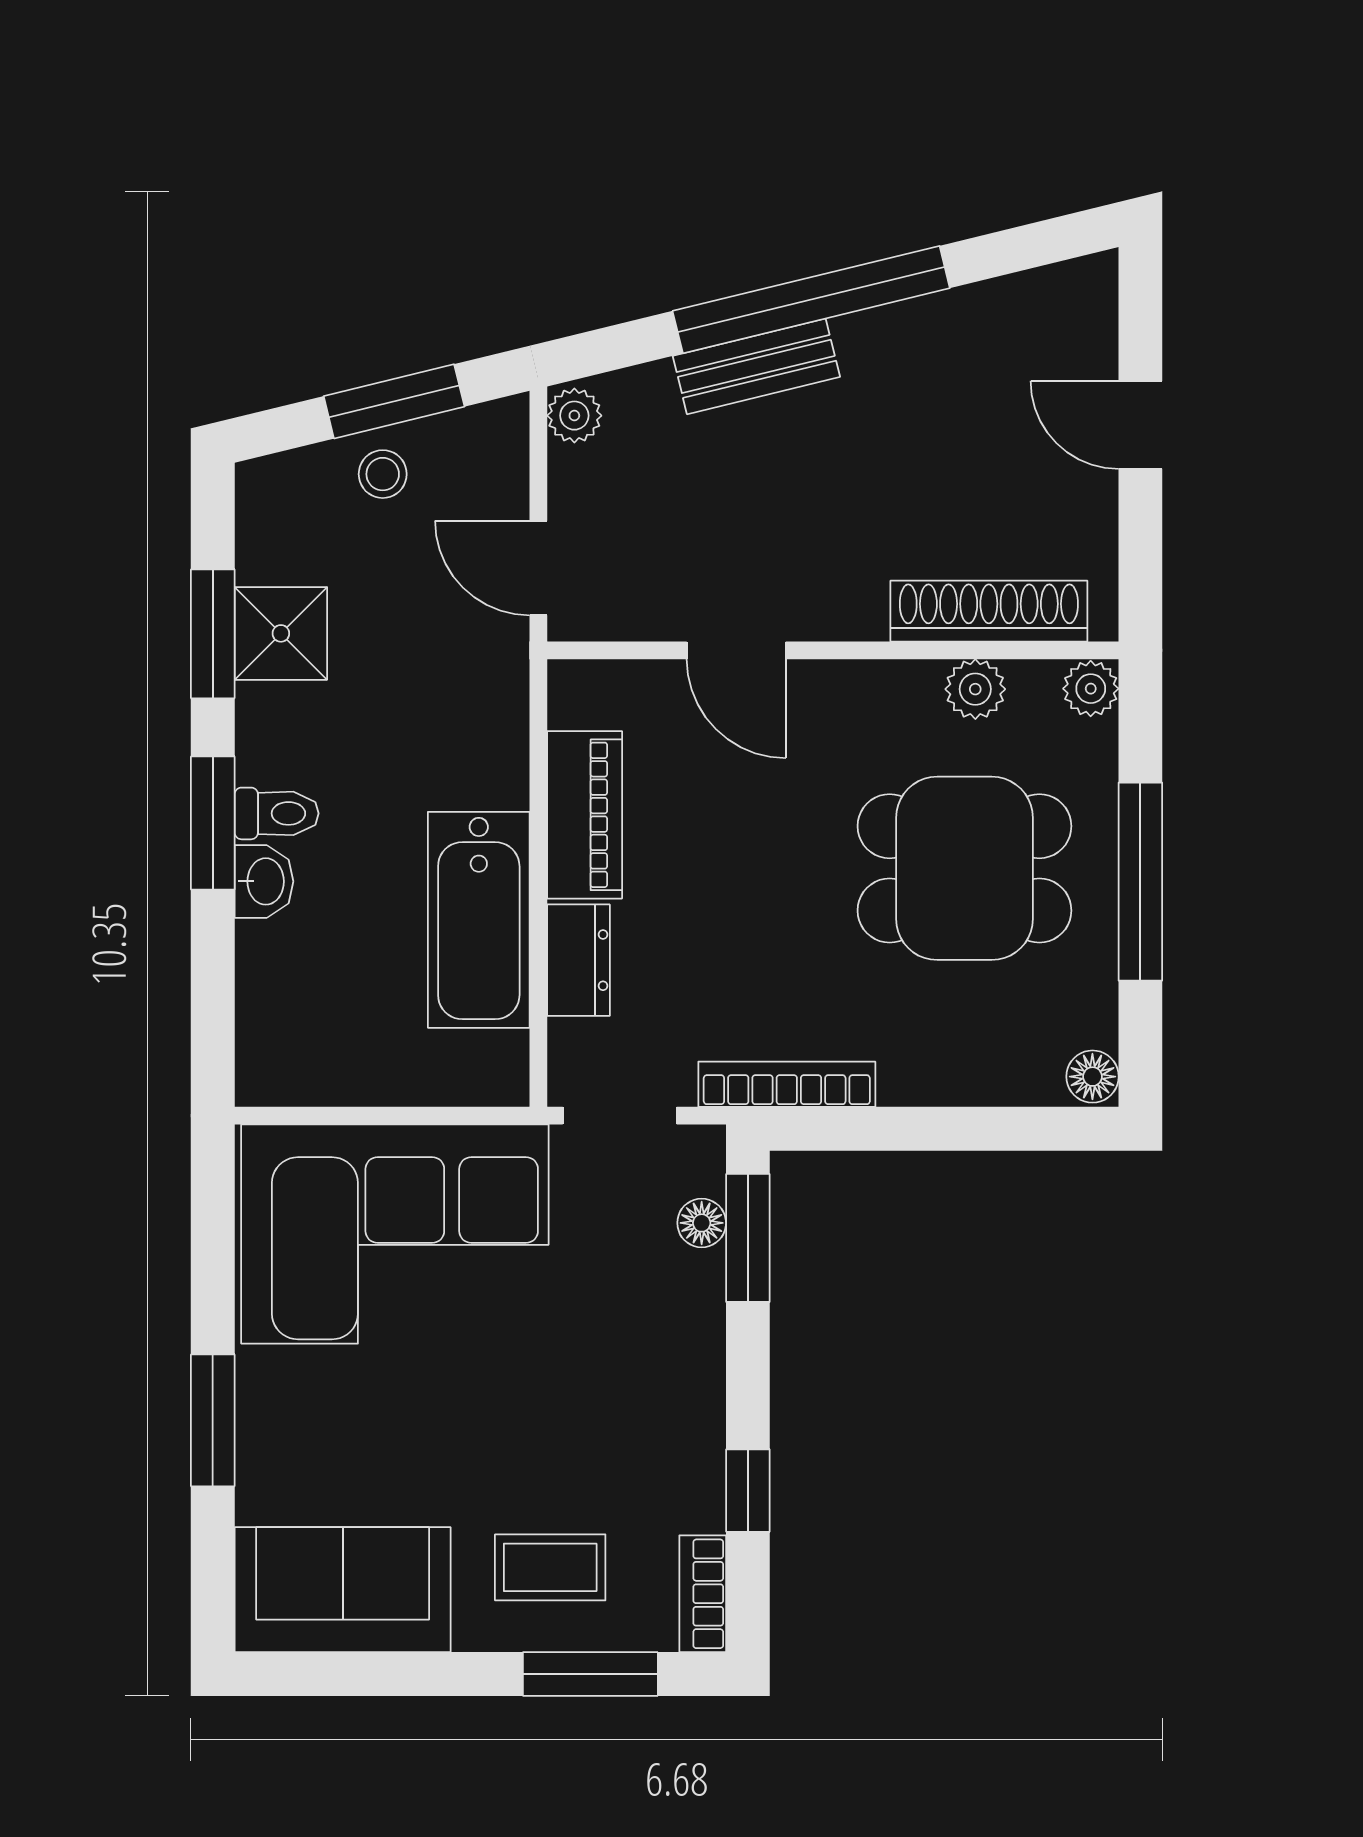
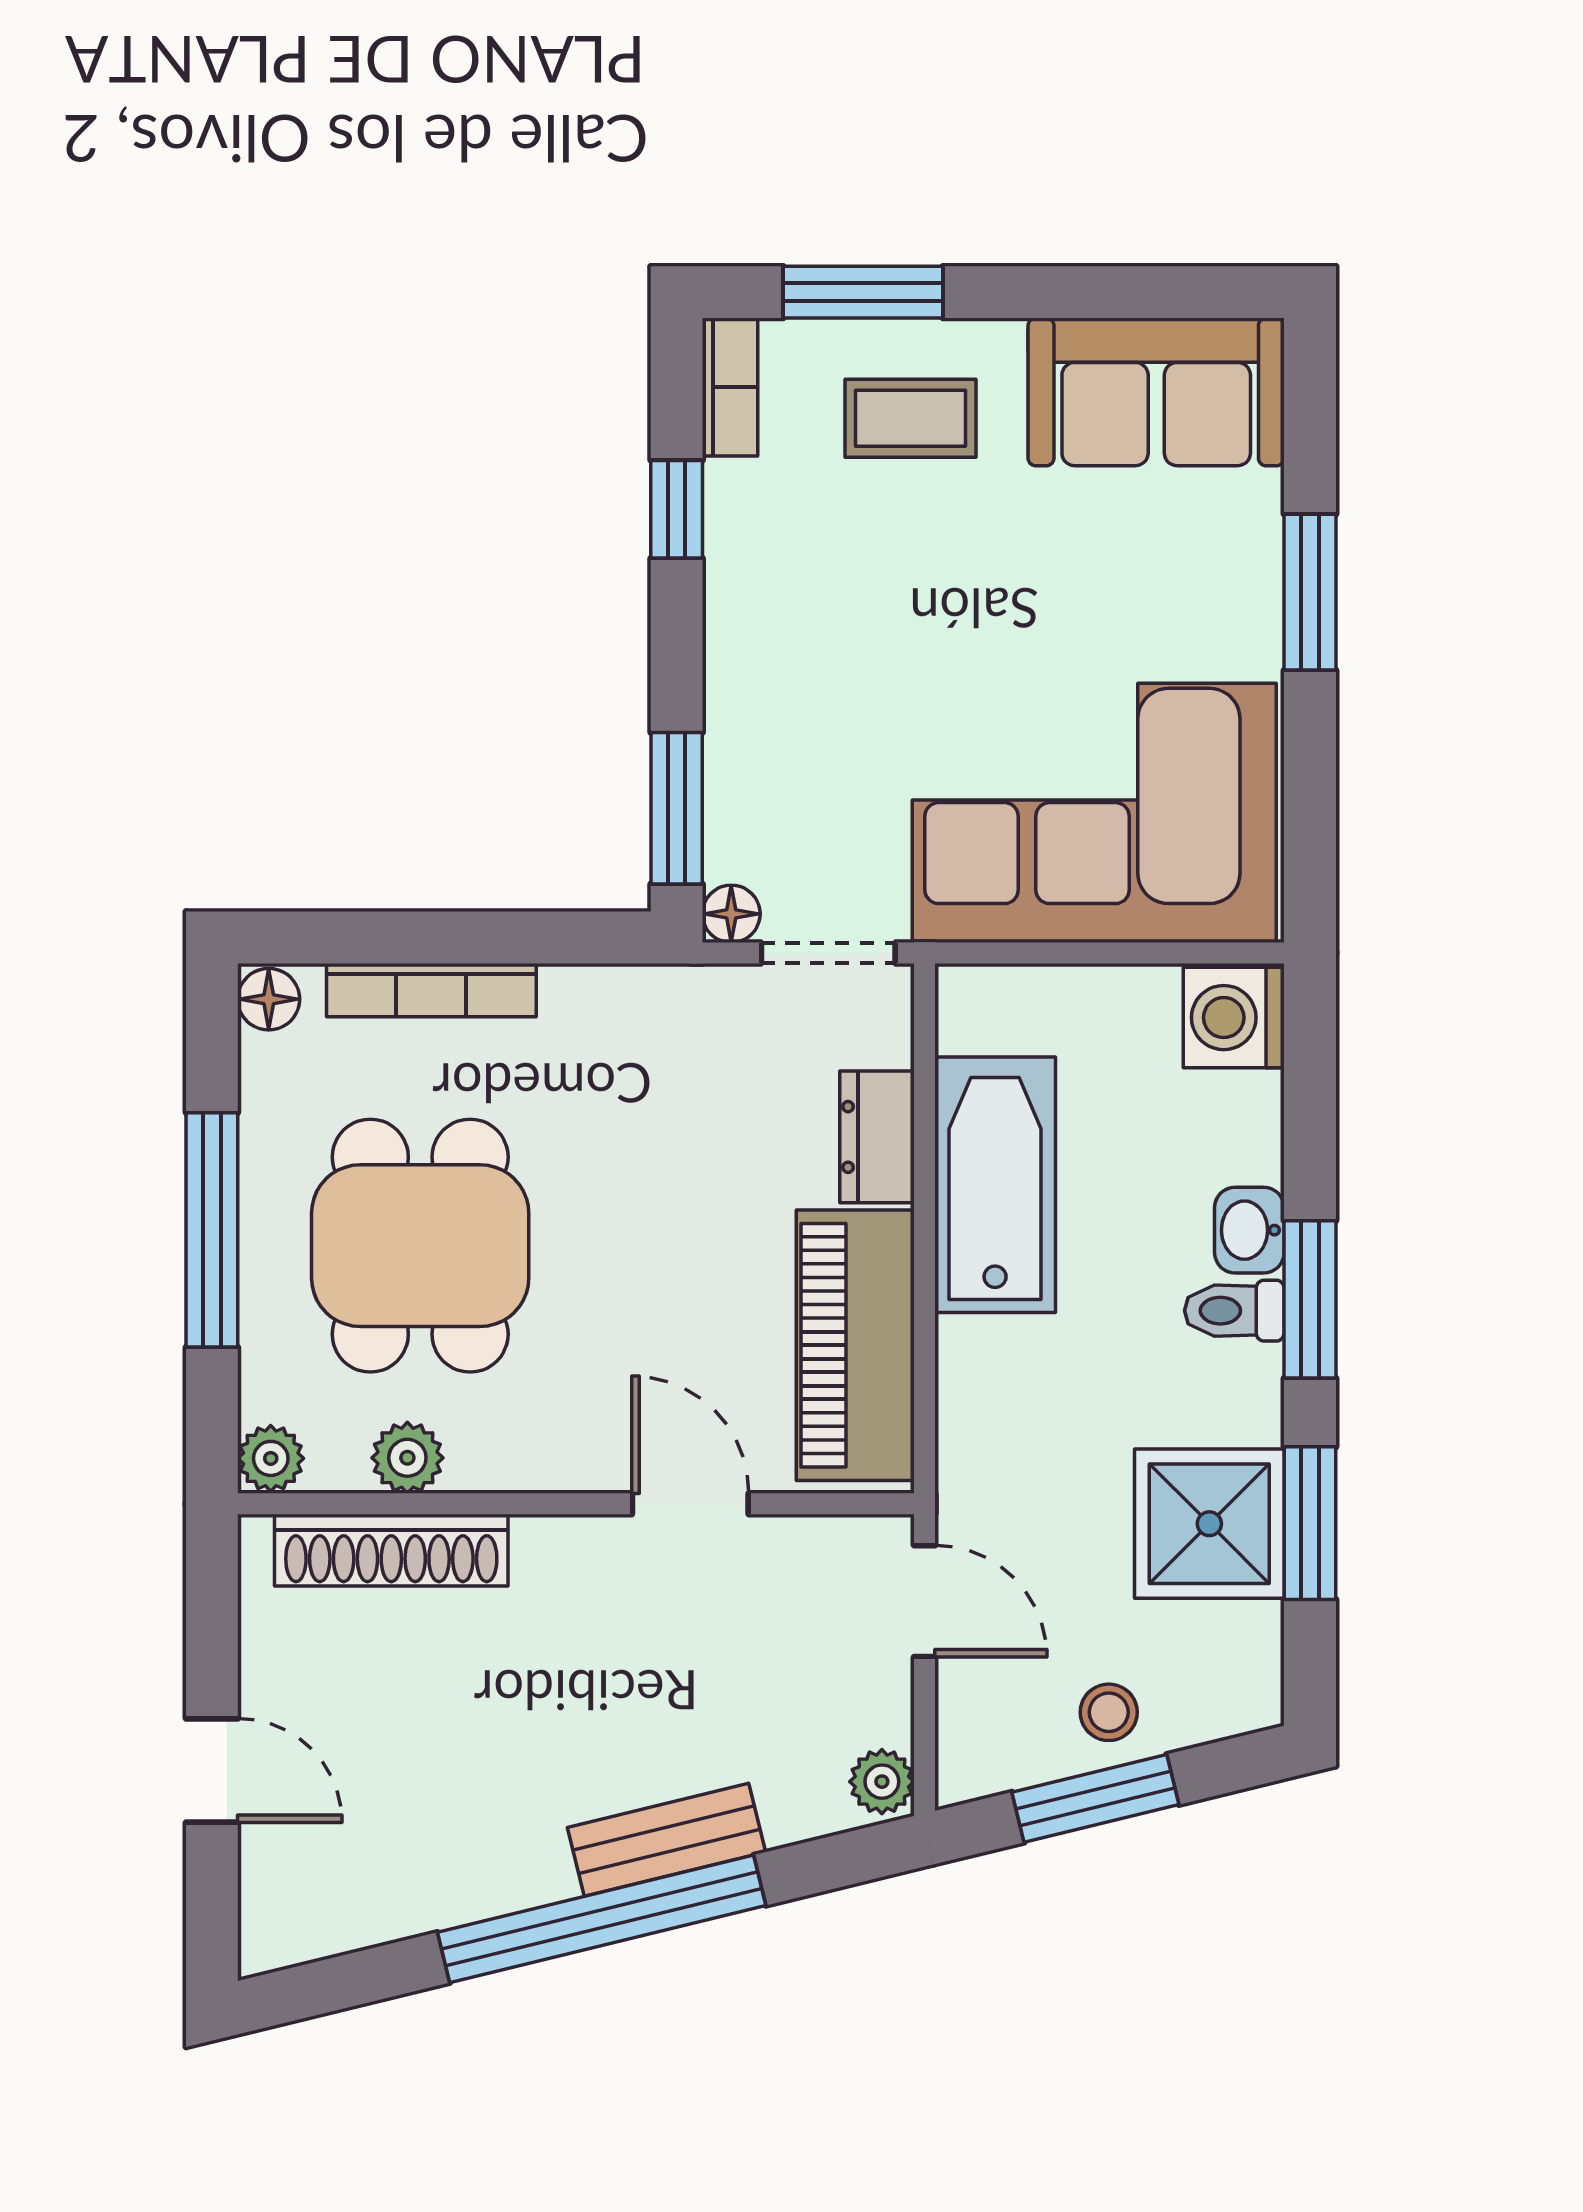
shower: (281, 633) -> (1209, 1524), width x1.36, depth x1.36
piano: (585, 815) -> (855, 1345), width x1.37, depth x1.33
dining table: (964, 868) -> (420, 1246), turned 90
washing machine: (277, 1061) -> (1234, 1018), added
bookcase: (787, 1084) -> (431, 990), moved
floor lamp: (702, 1223) -> (731, 914), moved

